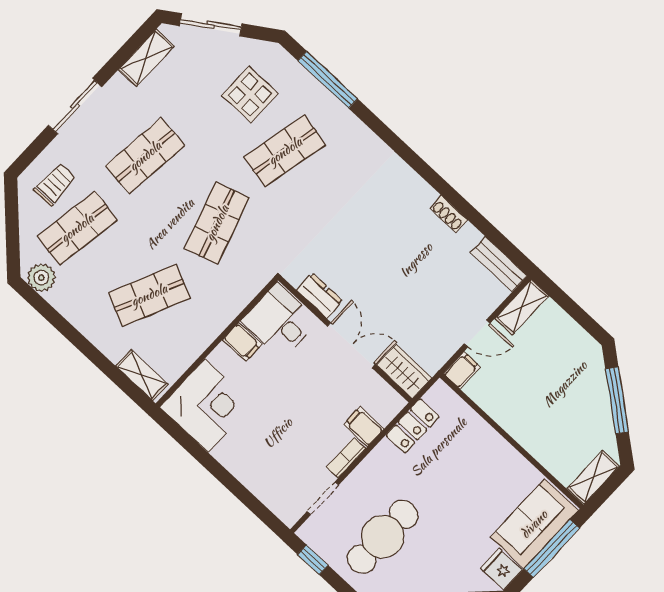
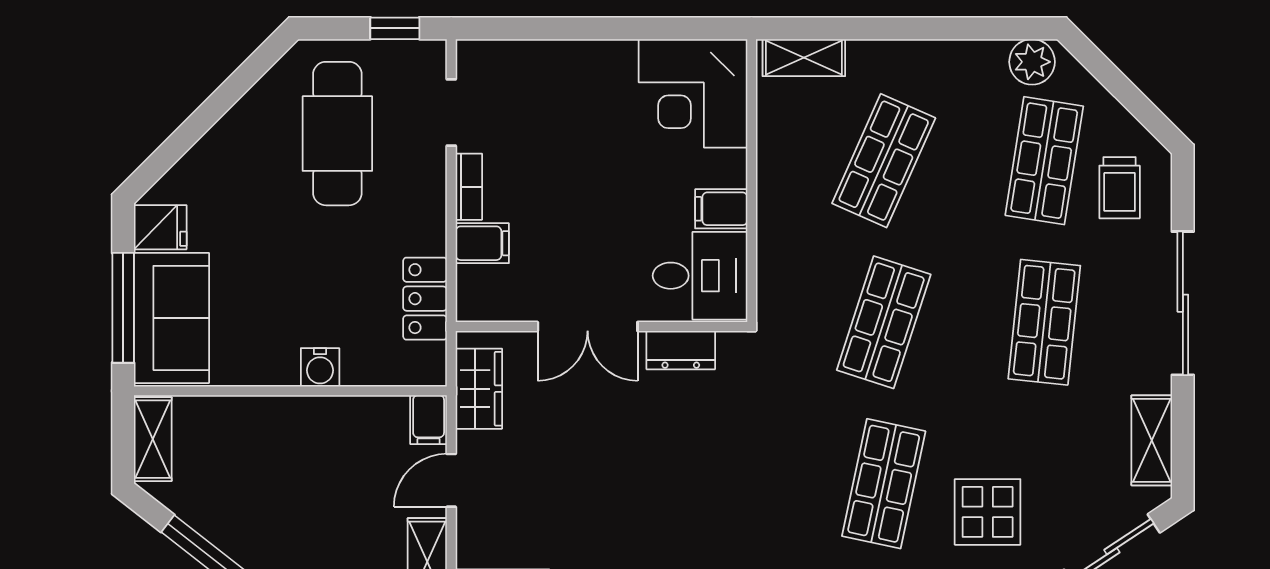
sliding door: (75, 106) -> (1183, 303), width x1.37
shop shelf: (217, 223) -> (884, 322), turned 36
wardrobe: (404, 371) -> (479, 389), moved, turned -90
water cooler: (488, 439) -> (320, 367), added

